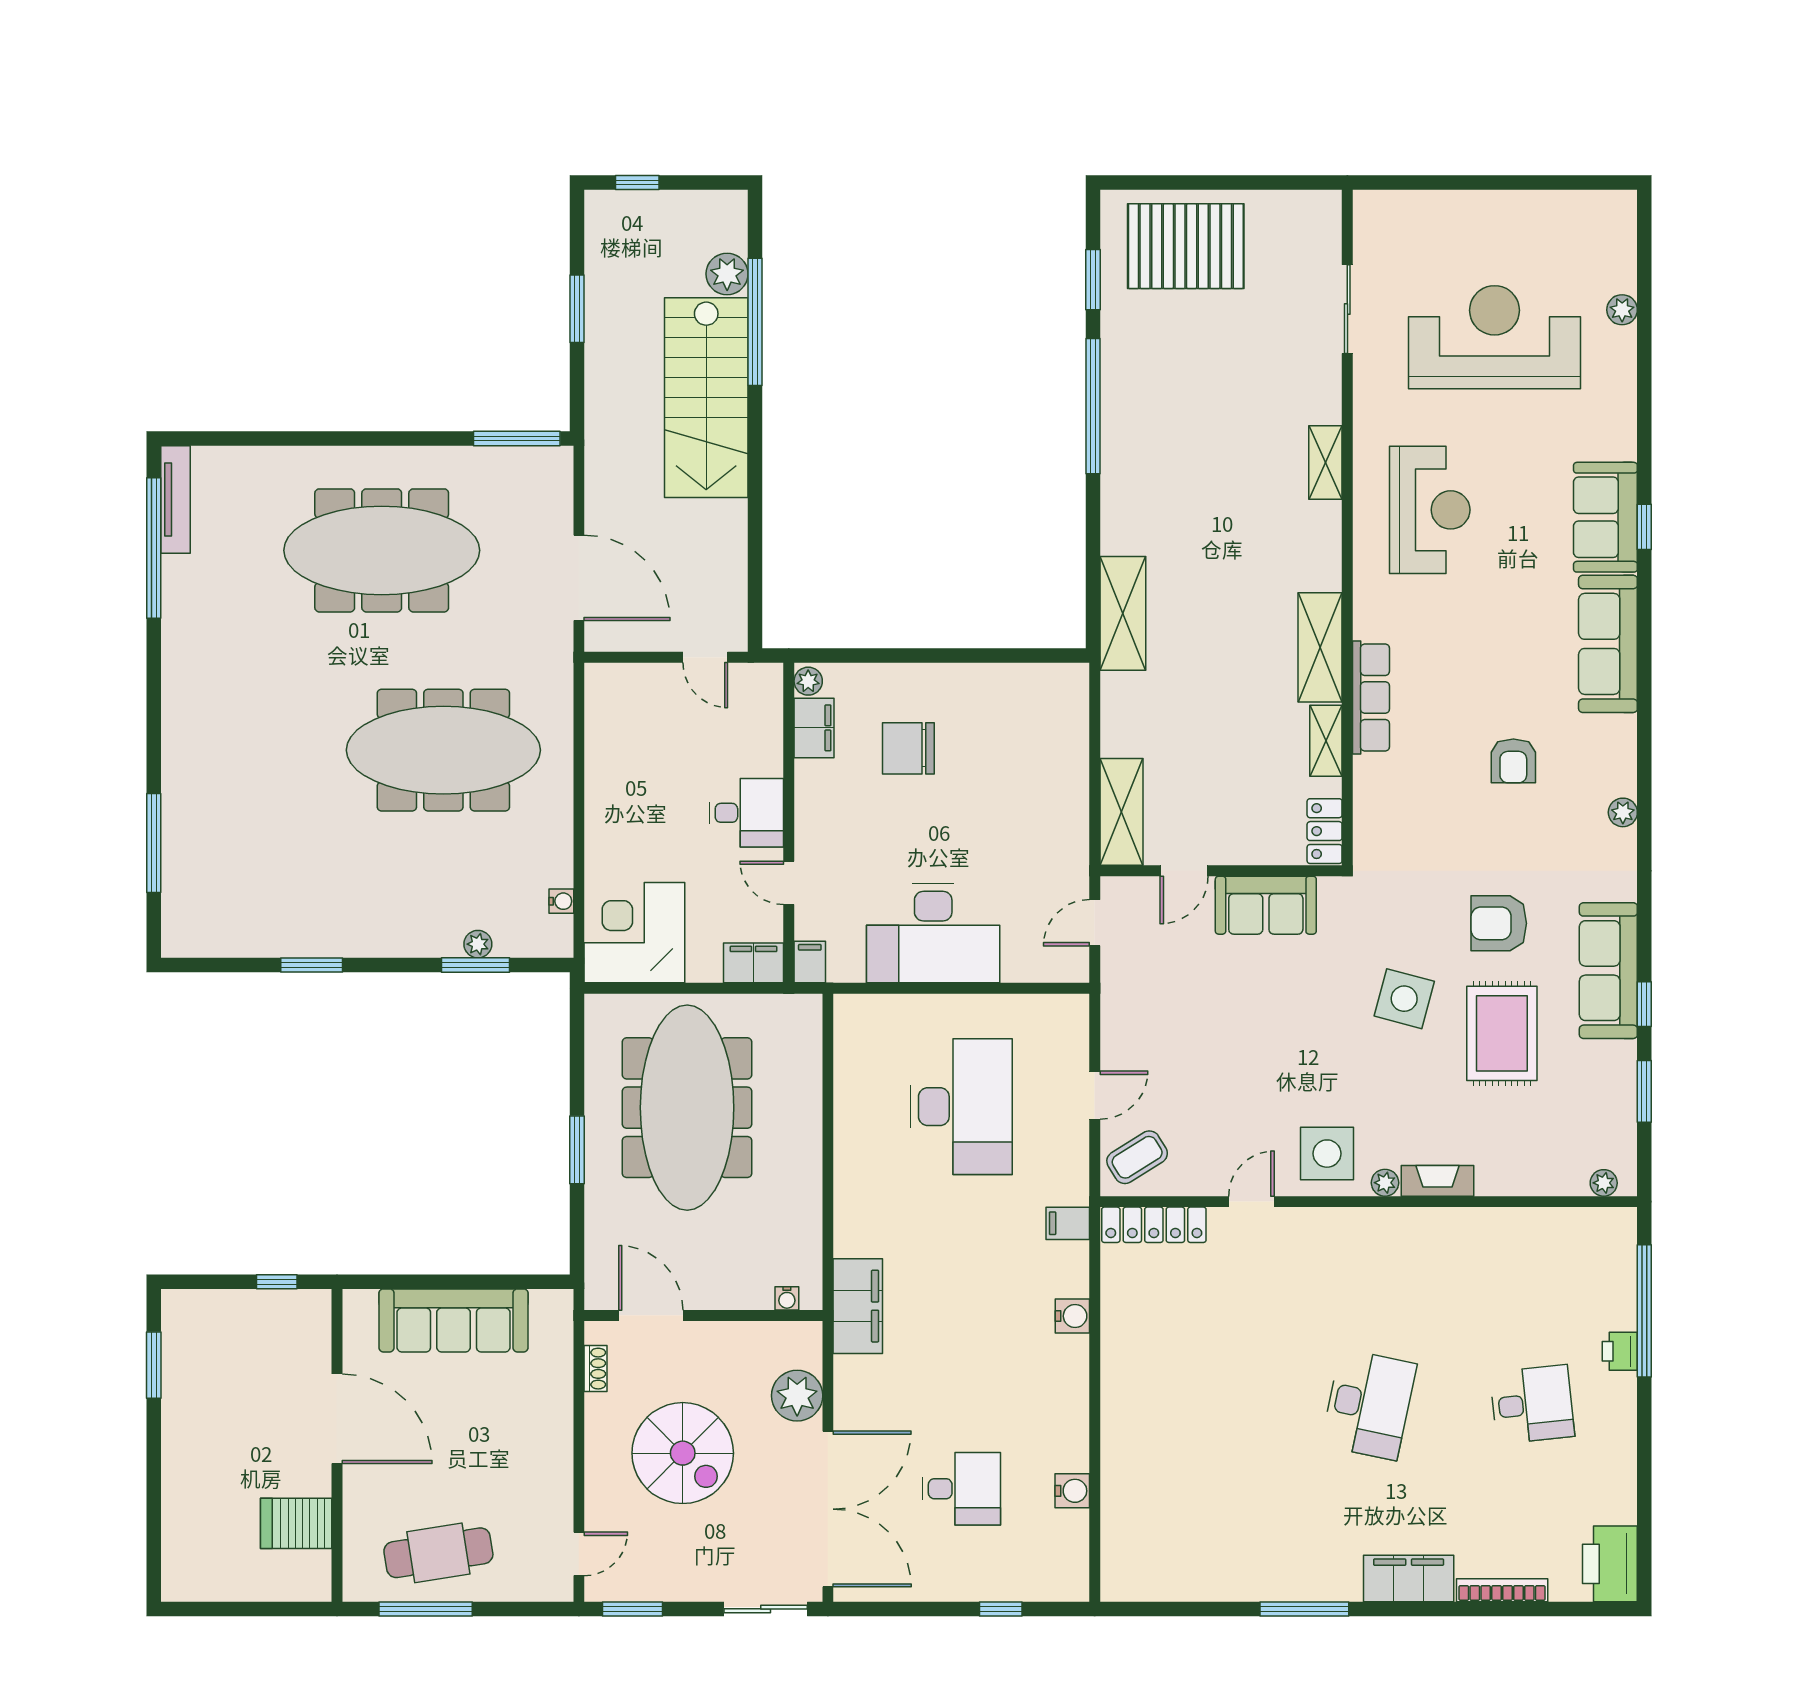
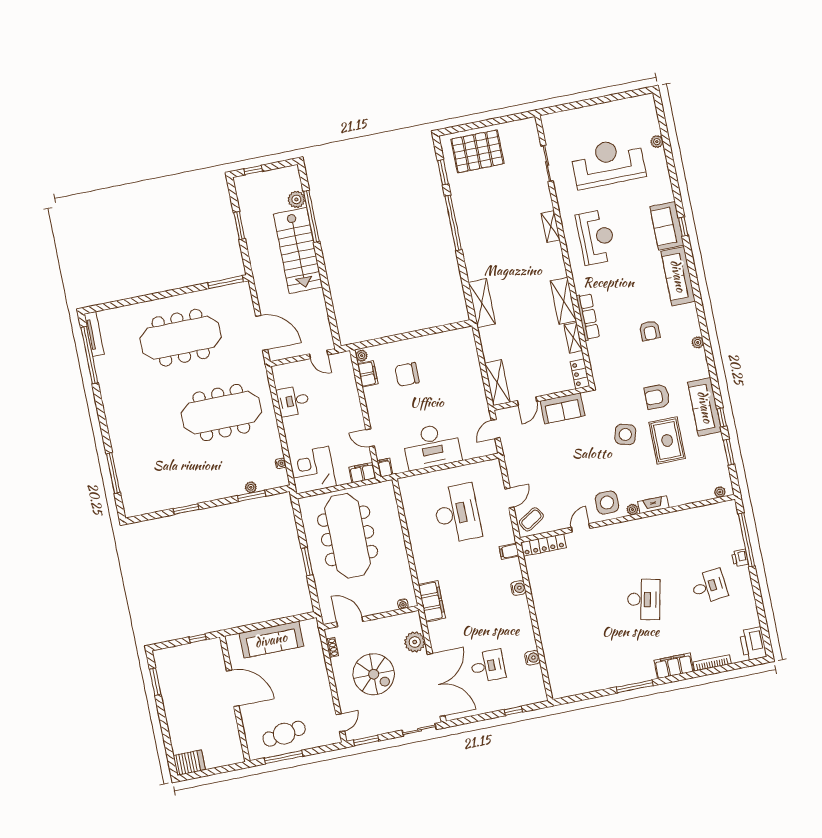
desk: (746, 813) -> (293, 401), moved, turned 180
server rack: (296, 1523) -> (189, 763), moved, turned 180

